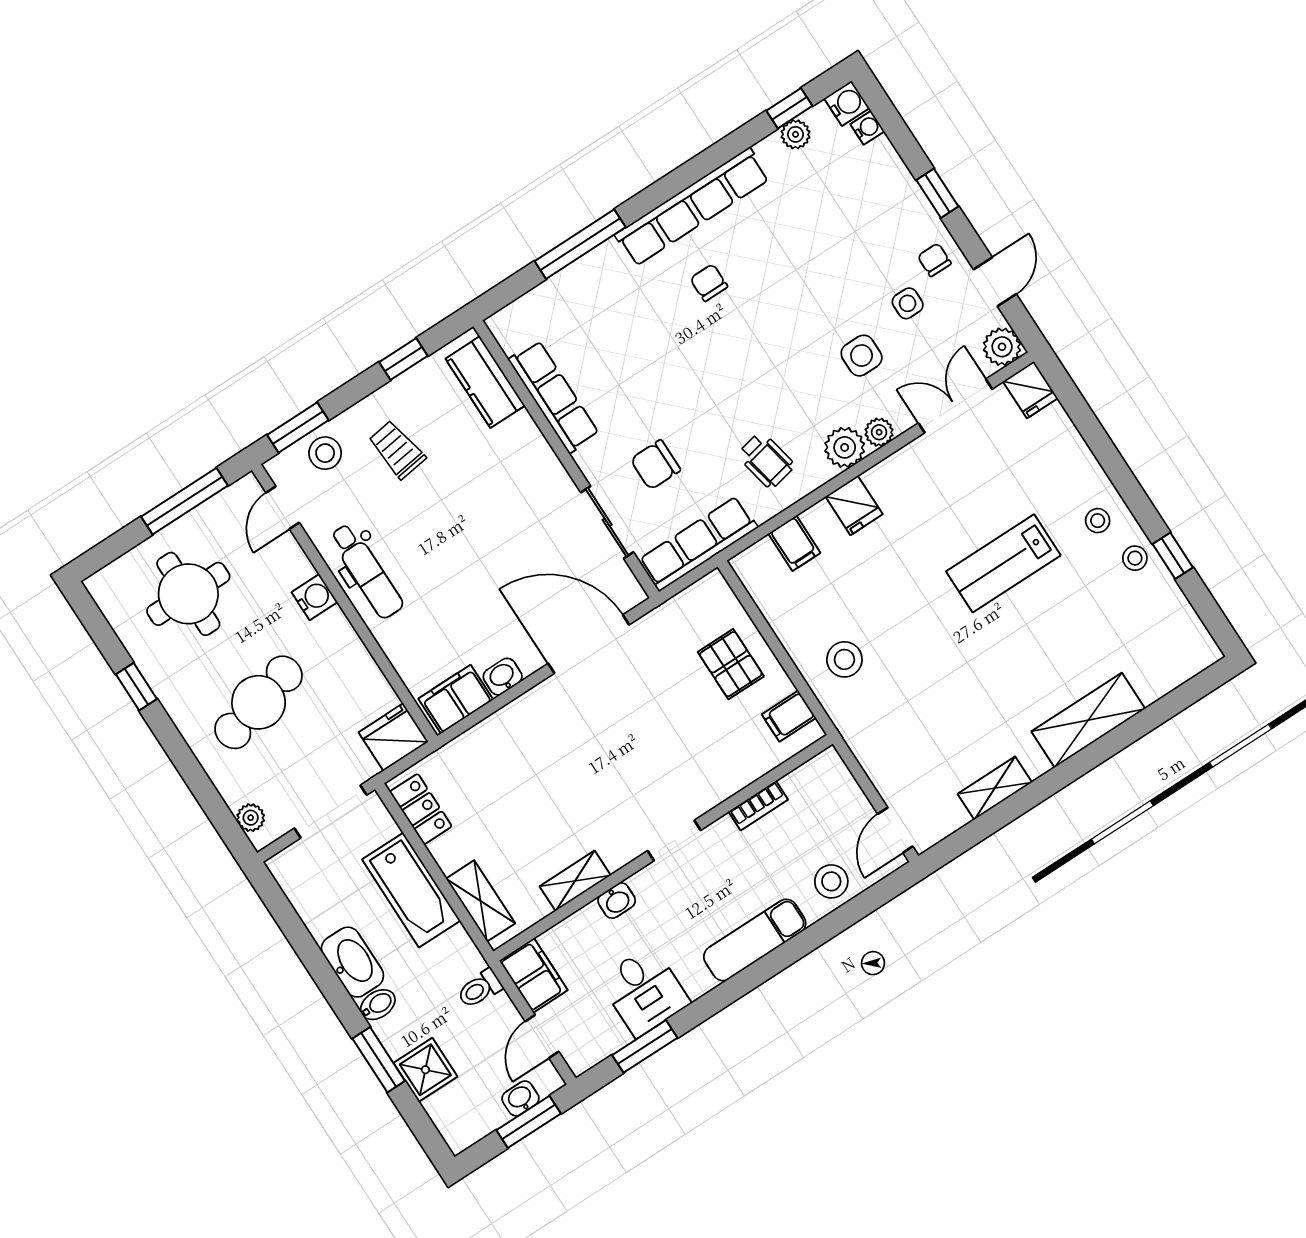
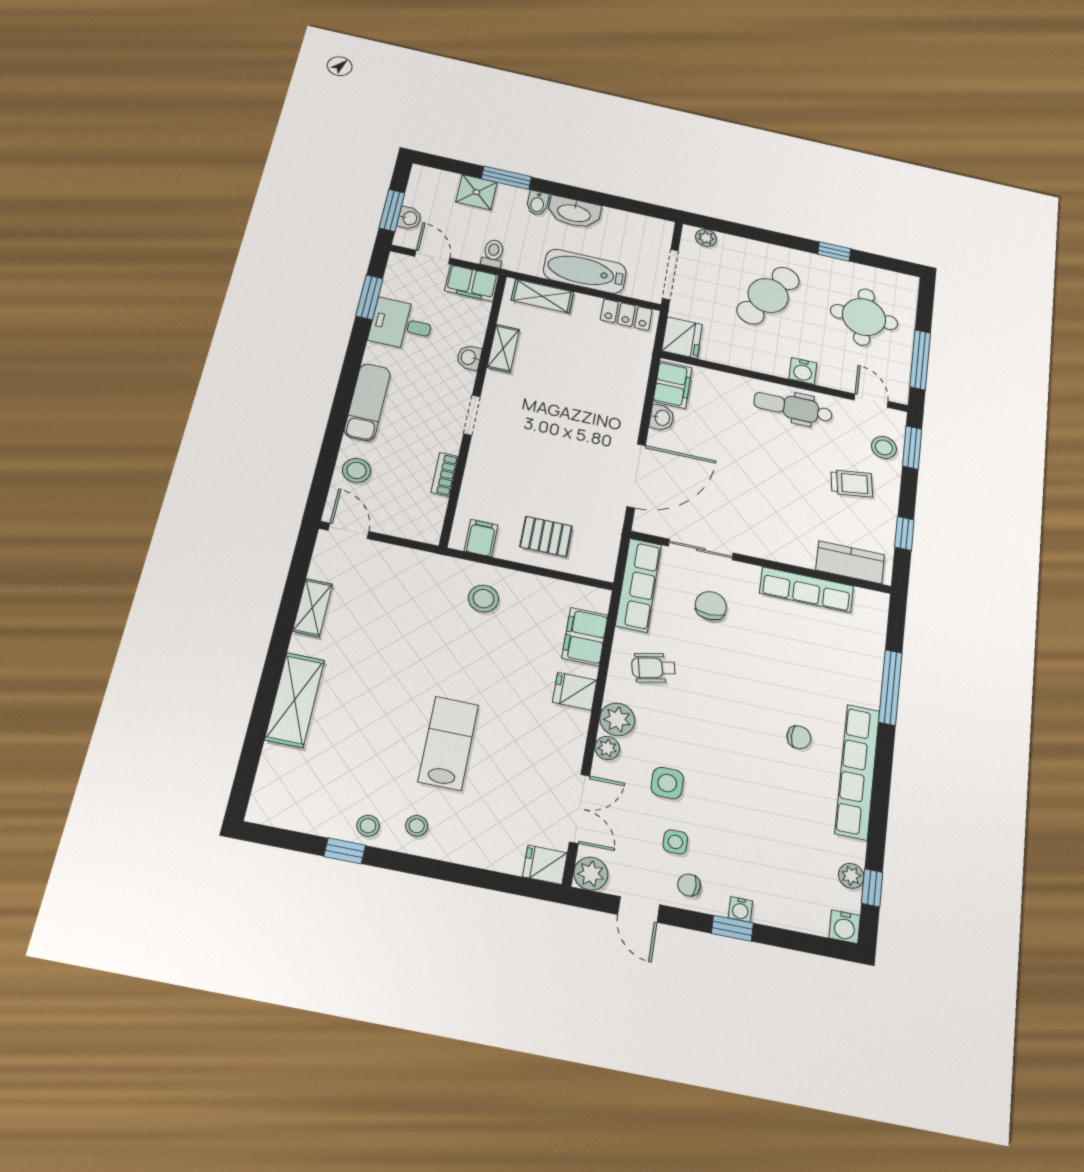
water cooler: (867, 128) -> (741, 909), moved
chair: (934, 260) -> (689, 885), turned 180
filing cabinet: (794, 543) -> (585, 637), width x2.00
cafe table: (259, 702) -> (768, 296), turned 46

